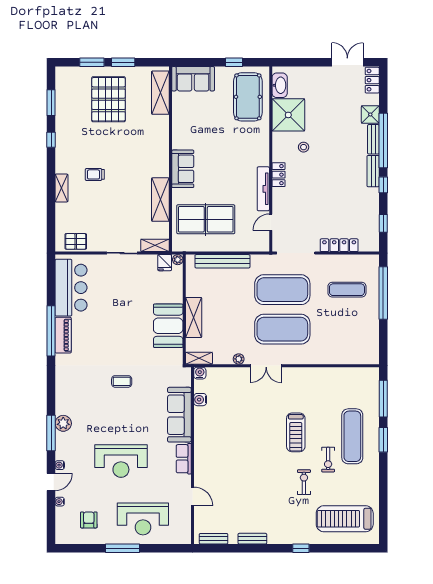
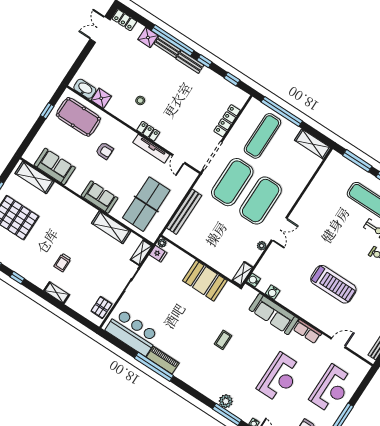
sofa: (193, 79) -> (55, 166), moved, turned -90
shower: (288, 115) -> (101, 98), width x0.54, depth x0.54
armchair: (231, 144) -> (104, 151), added
exercise mat: (347, 290) -> (262, 136), width x1.36, depth x1.45
shelving: (194, 317) -> (313, 144), moved
treadmill: (296, 432) -> (333, 284), moved, width x1.37, depth x1.38

